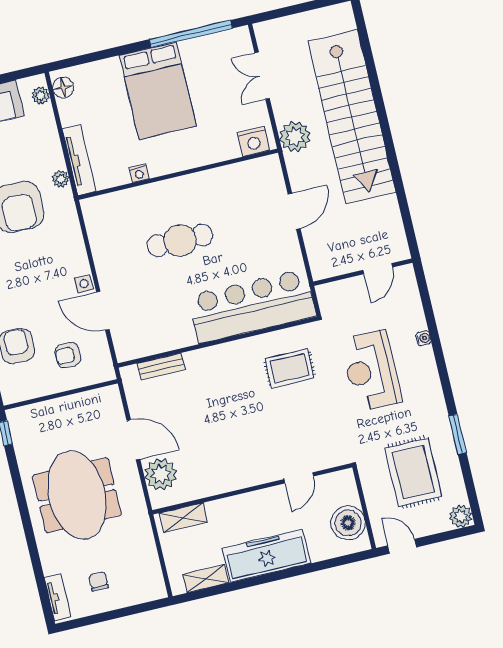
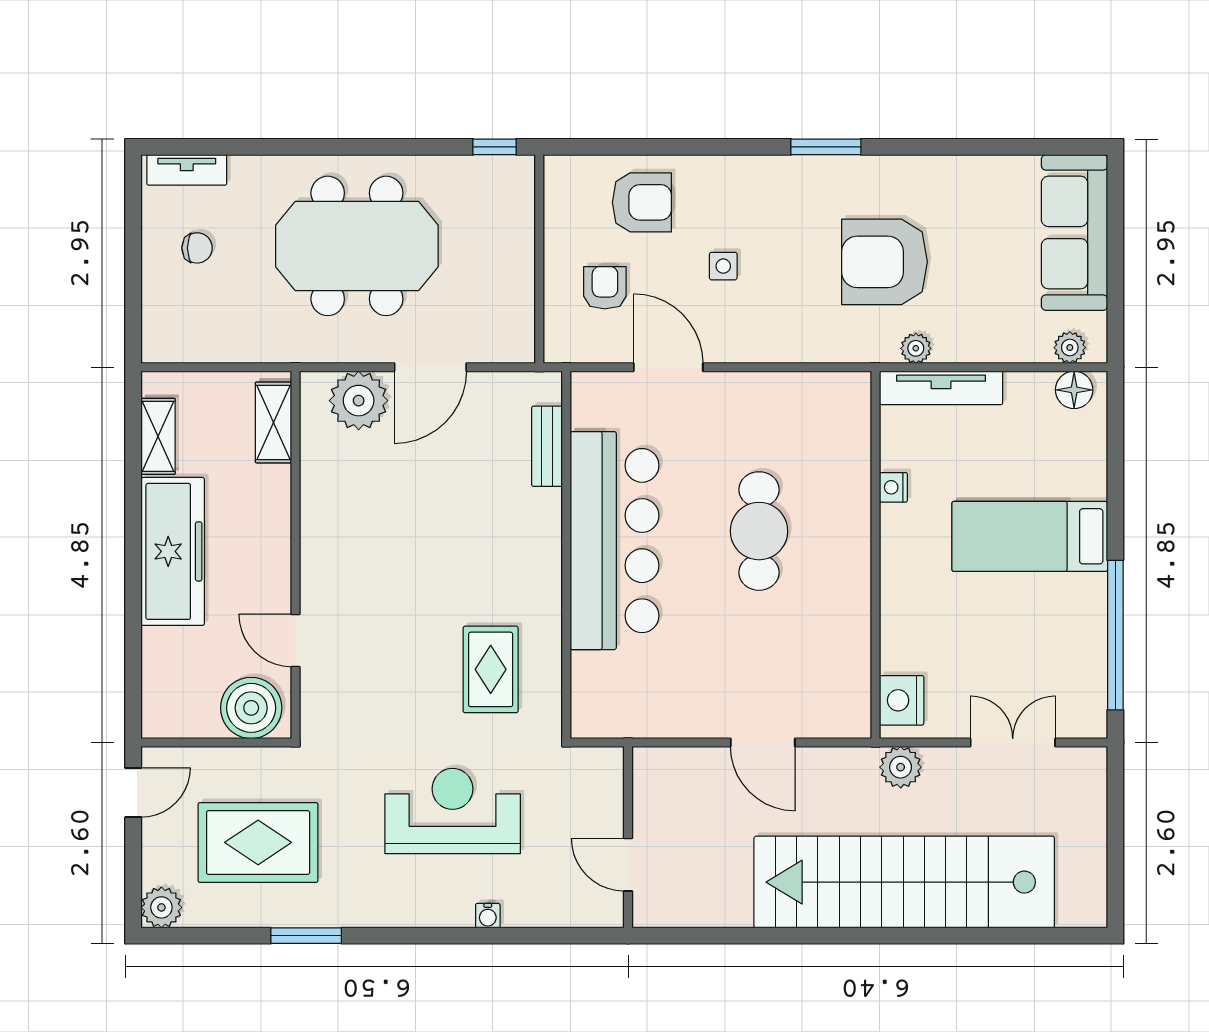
bed: (158, 91) -> (1030, 536), width x0.67
plant: (295, 137) -> (901, 767), width x0.73, depth x0.73
side table: (84, 284) -> (723, 266), moved
bar counter: (252, 306) -> (614, 541), moved
door: (103, 311) -> (668, 367), hinge flipped
boiler: (348, 523) -> (251, 708), moved

